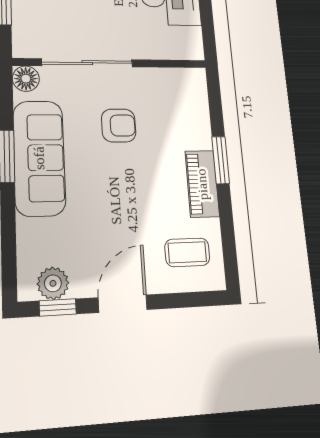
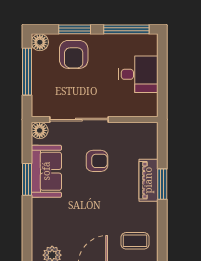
sofa: (39, 158) -> (46, 171), width x0.73
piano: (202, 184) -> (148, 180), moved

